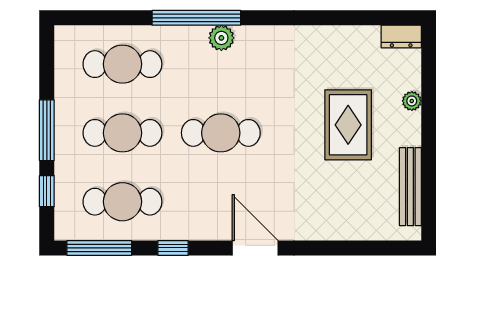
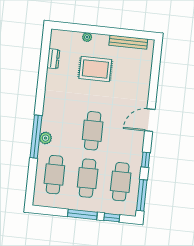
dresser: (401, 37) -> (53, 59), moved
plant: (221, 38) -> (46, 138), moved

